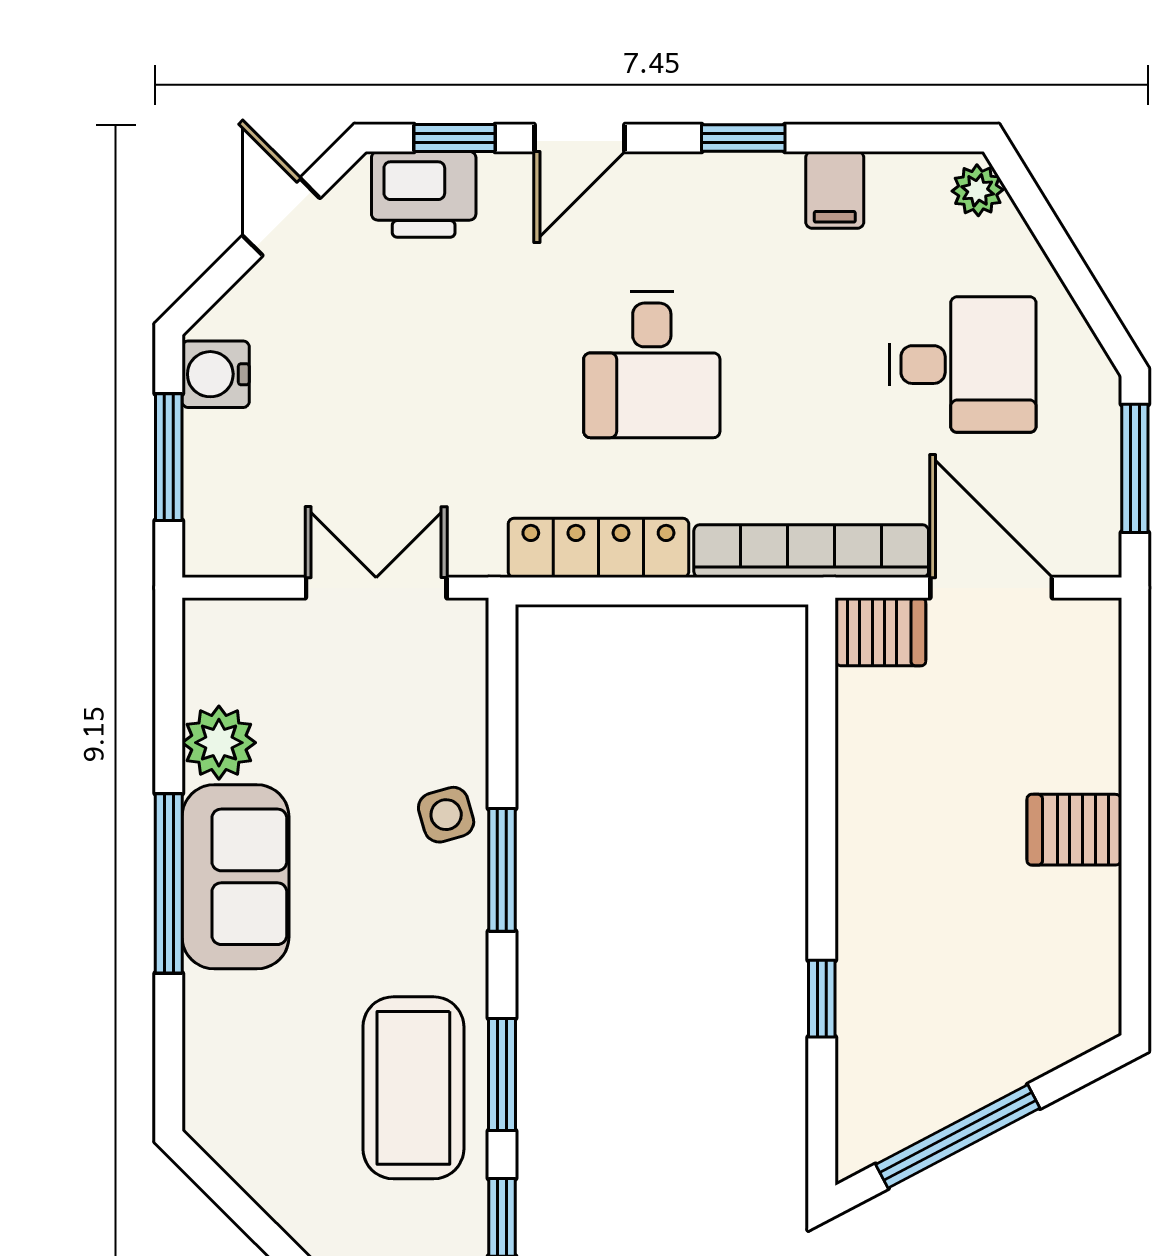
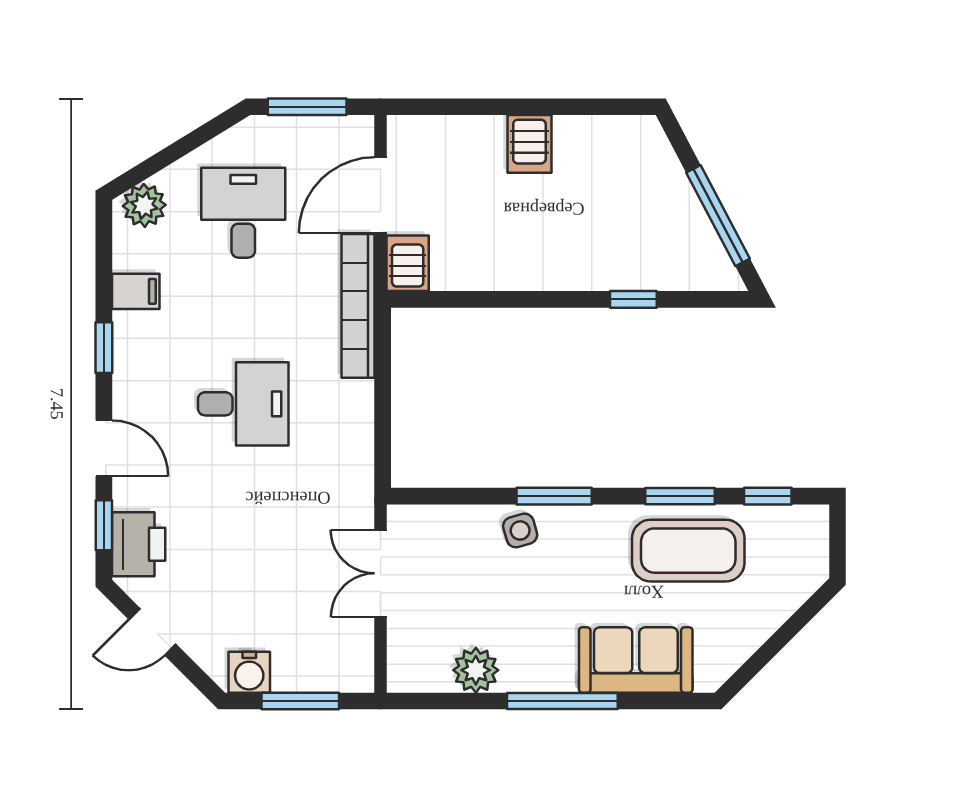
plant: (978, 190) -> (144, 205), width x1.38, depth x1.38
locker: (598, 548) -> (356, 437), removed
sofa: (235, 877) -> (636, 660), moved

